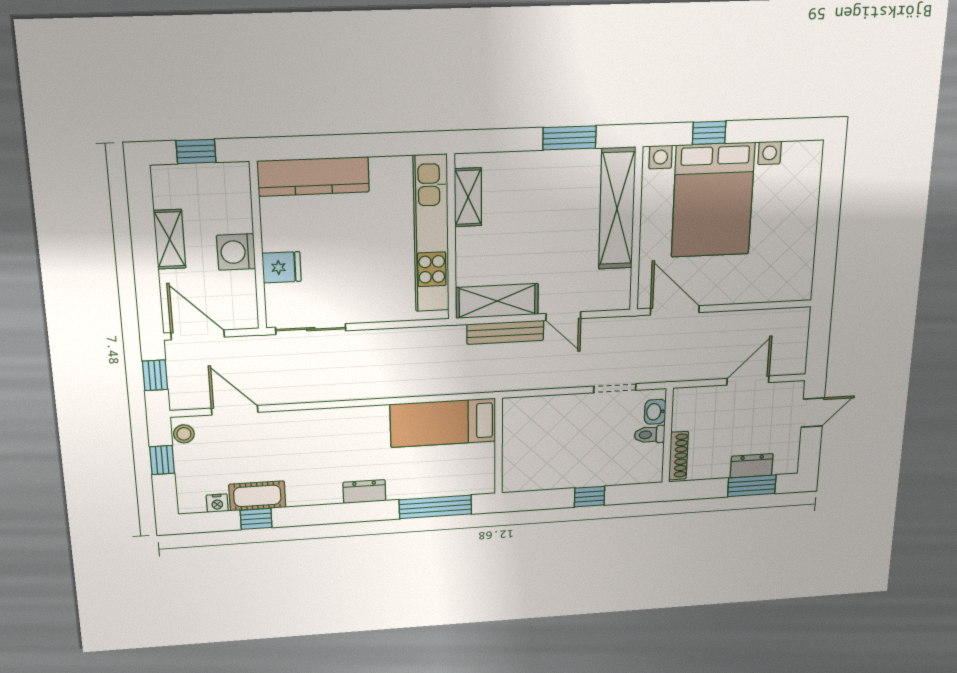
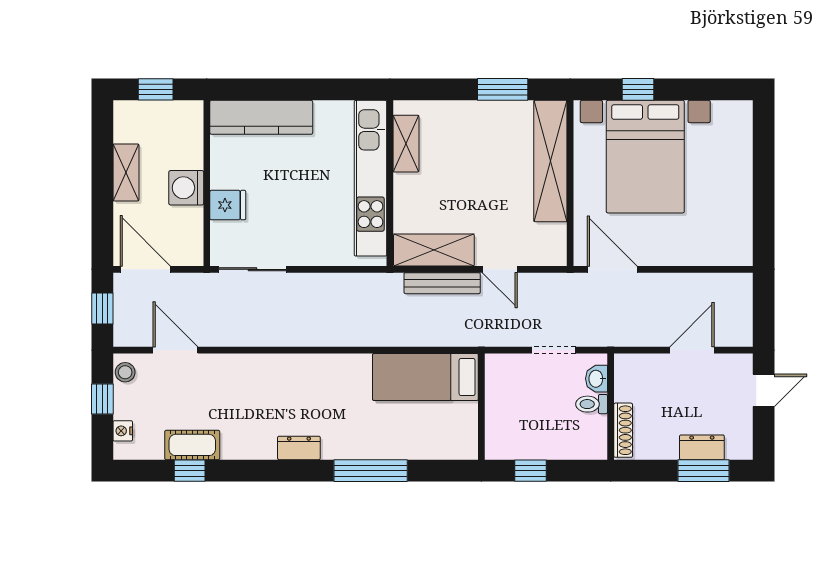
bed: (443, 423) -> (425, 377), moved
wall: (499, 446) -> (481, 407), moved
nightstand: (217, 503) -> (123, 431), moved, turned 90

